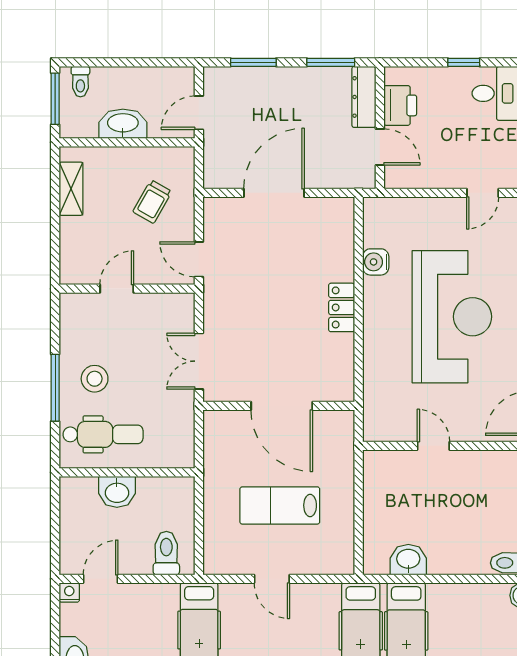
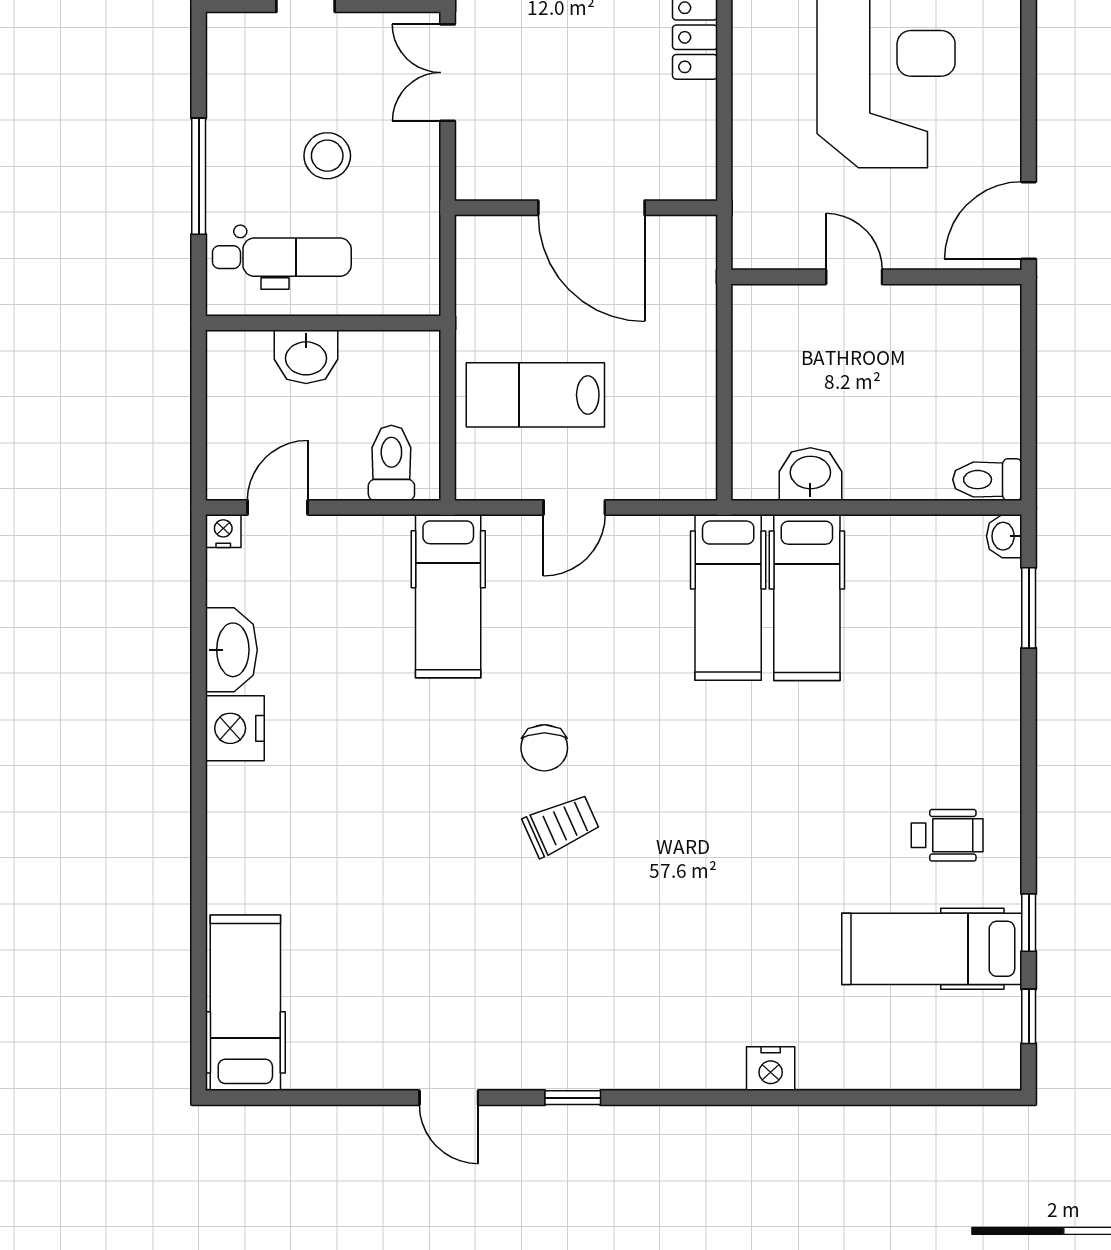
double door: (199, 361) -> (448, 73), moved
stool: (95, 379) -> (327, 156), moved
lab bench: (280, 505) -> (535, 395), moved
door: (272, 579) -> (574, 507), hinge flipped

